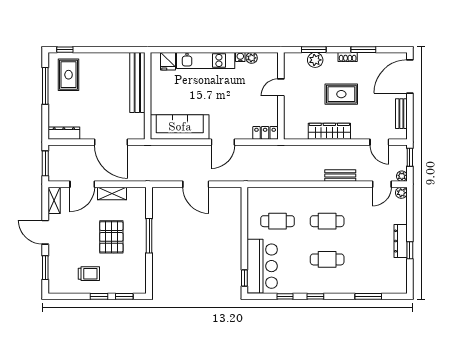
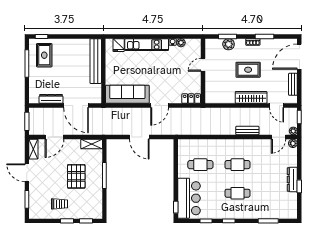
wardrobe: (329, 131) -> (251, 97), moved
dresser: (64, 133) -> (51, 99), moved
shelving: (112, 193) -> (92, 144), moved

